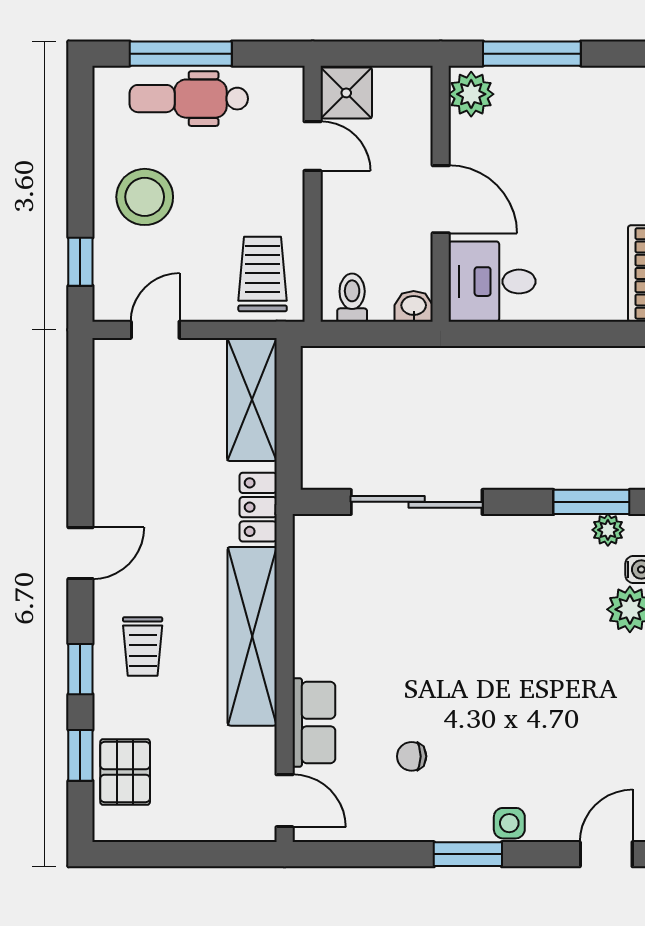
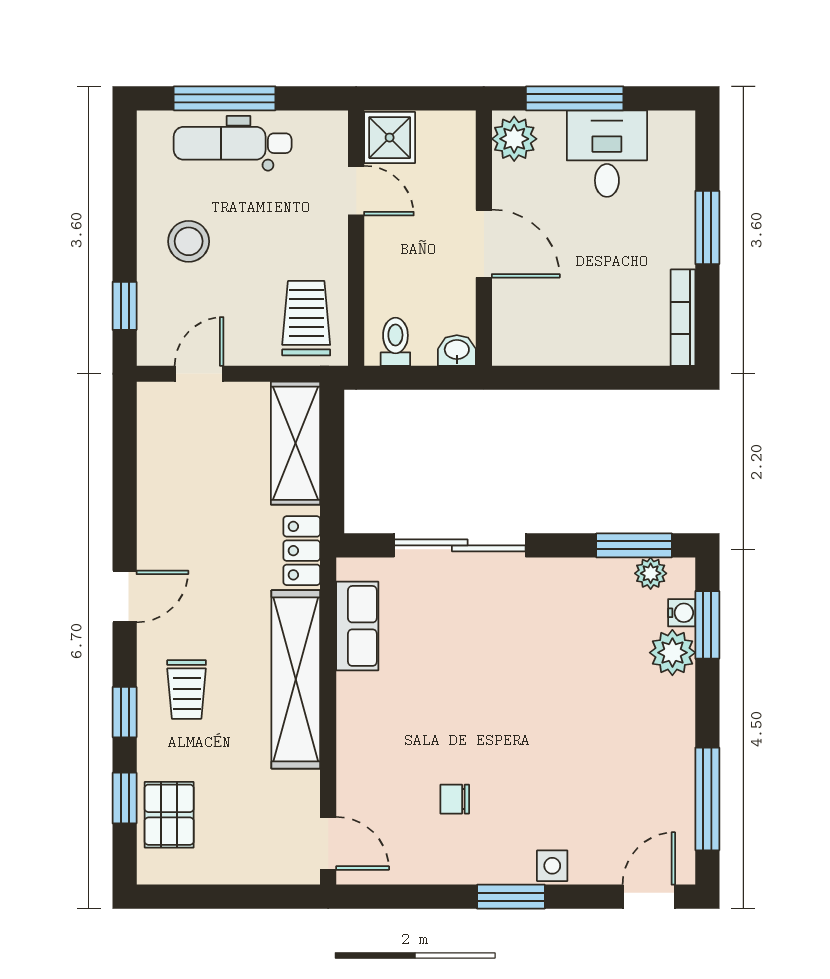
stool: (145, 197) -> (189, 241), width x0.73, depth x0.73
desk: (492, 282) -> (607, 154), moved, turned 90
row of seats: (314, 722) -> (357, 626), moved

